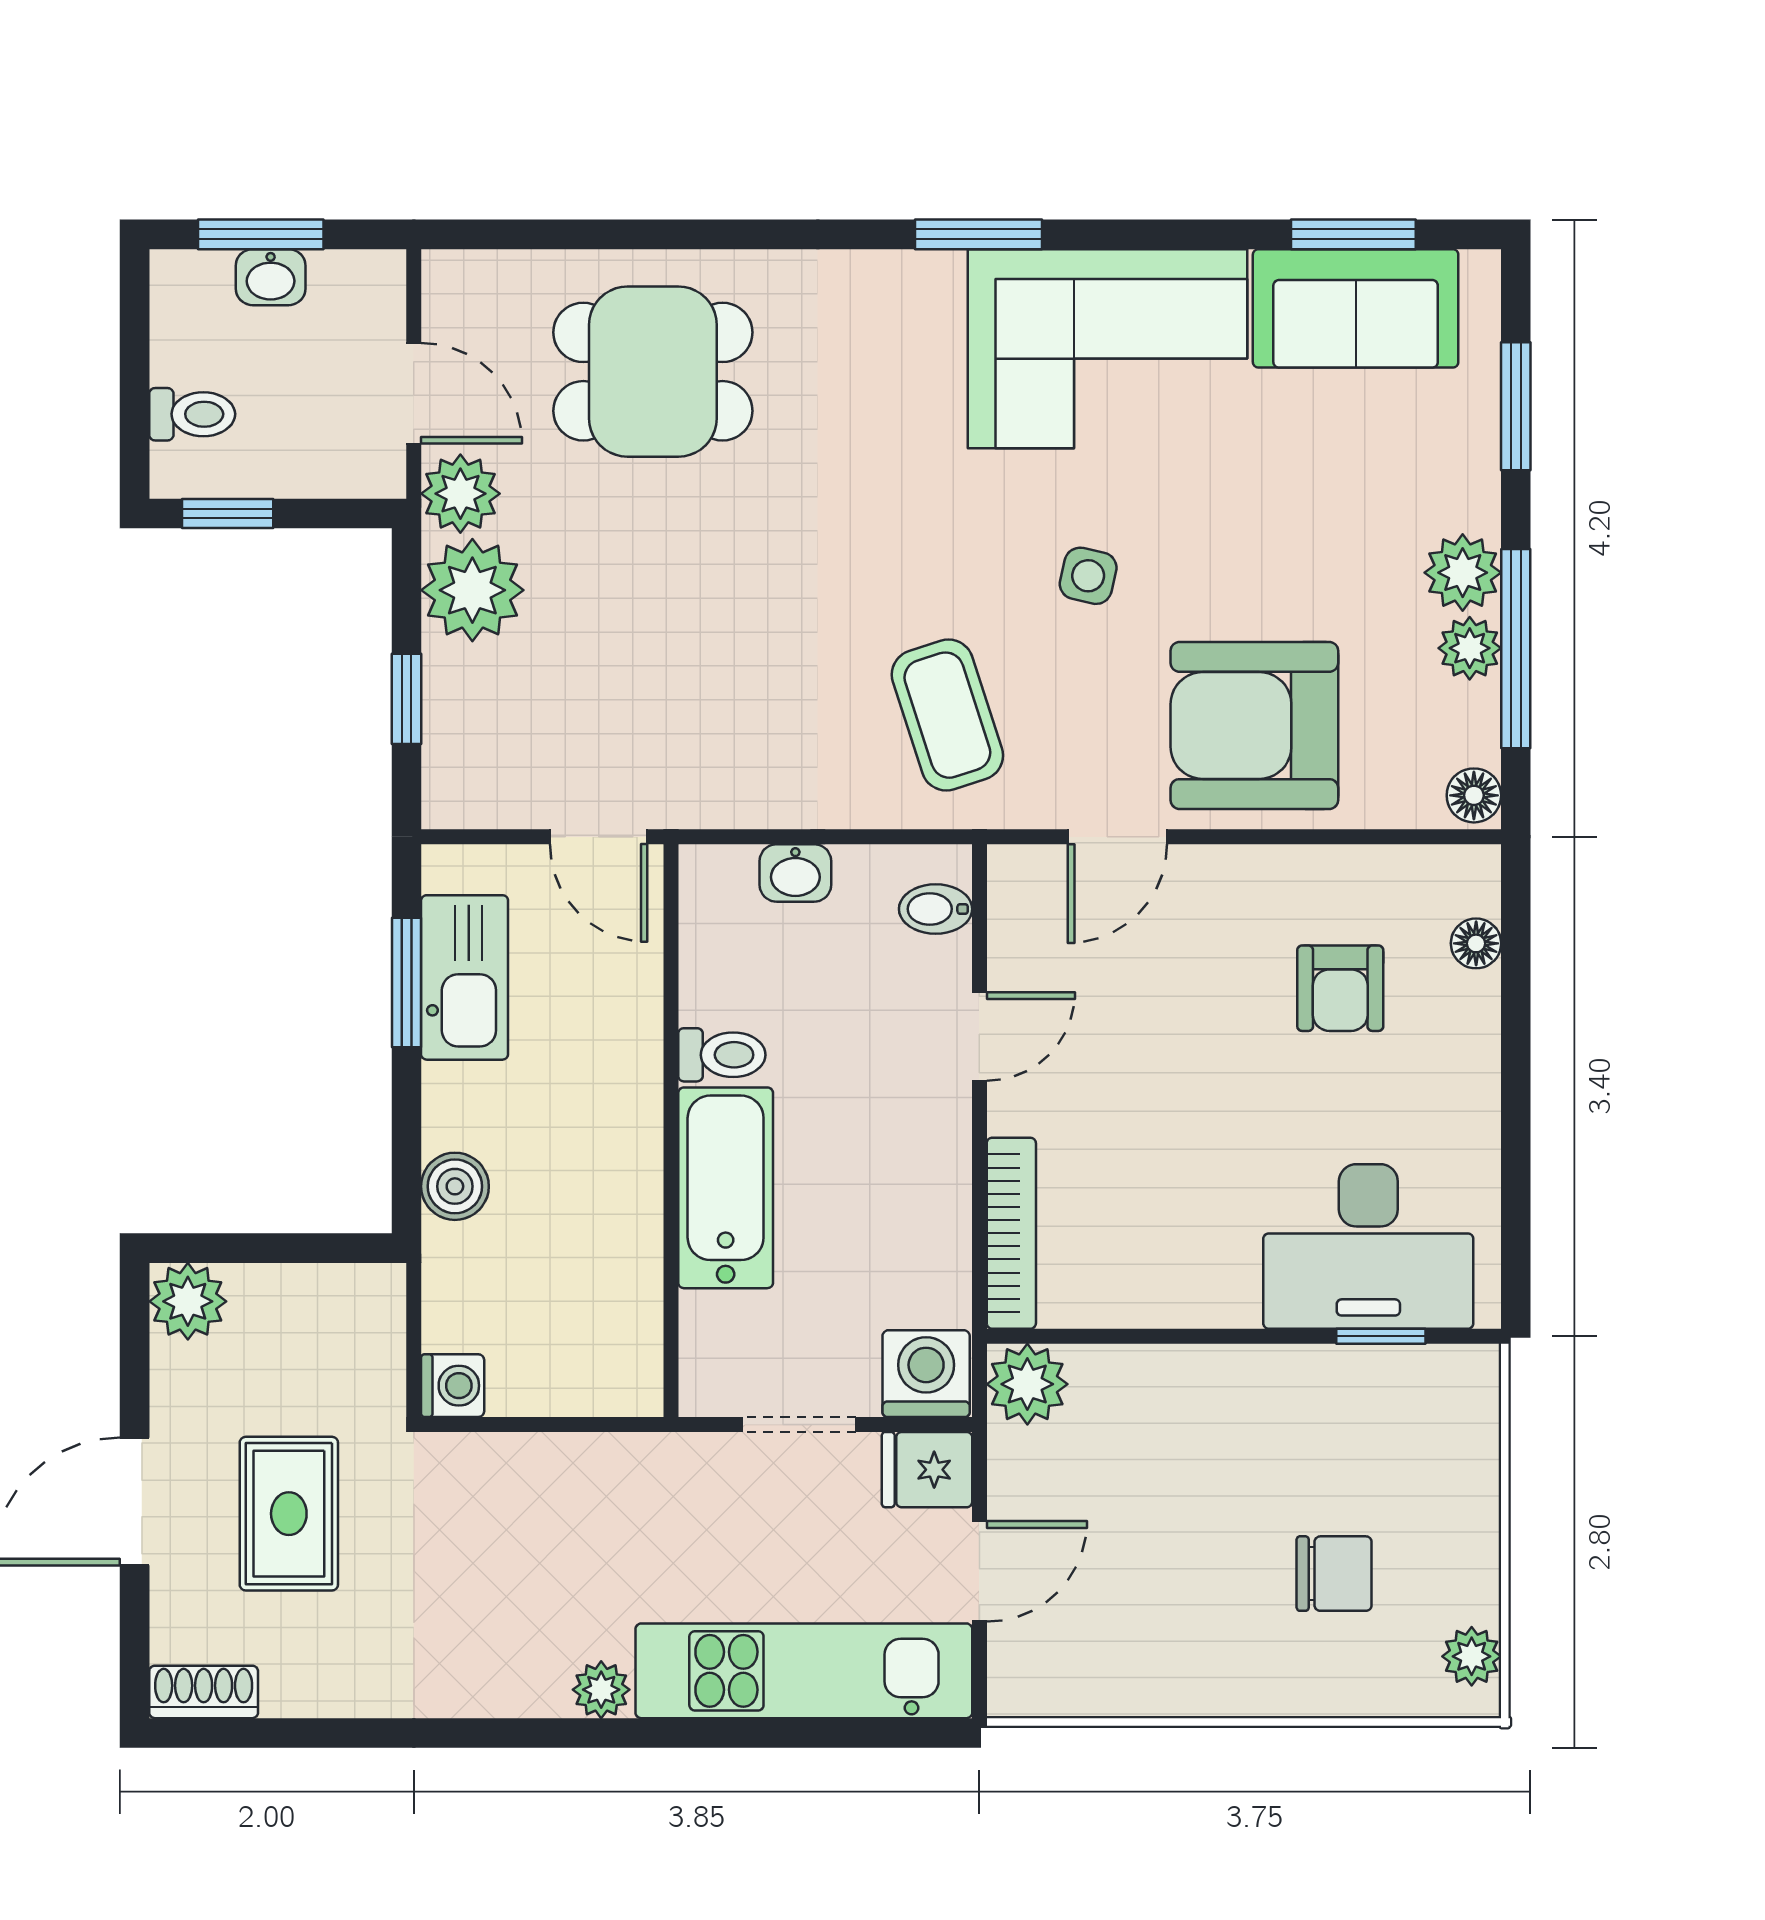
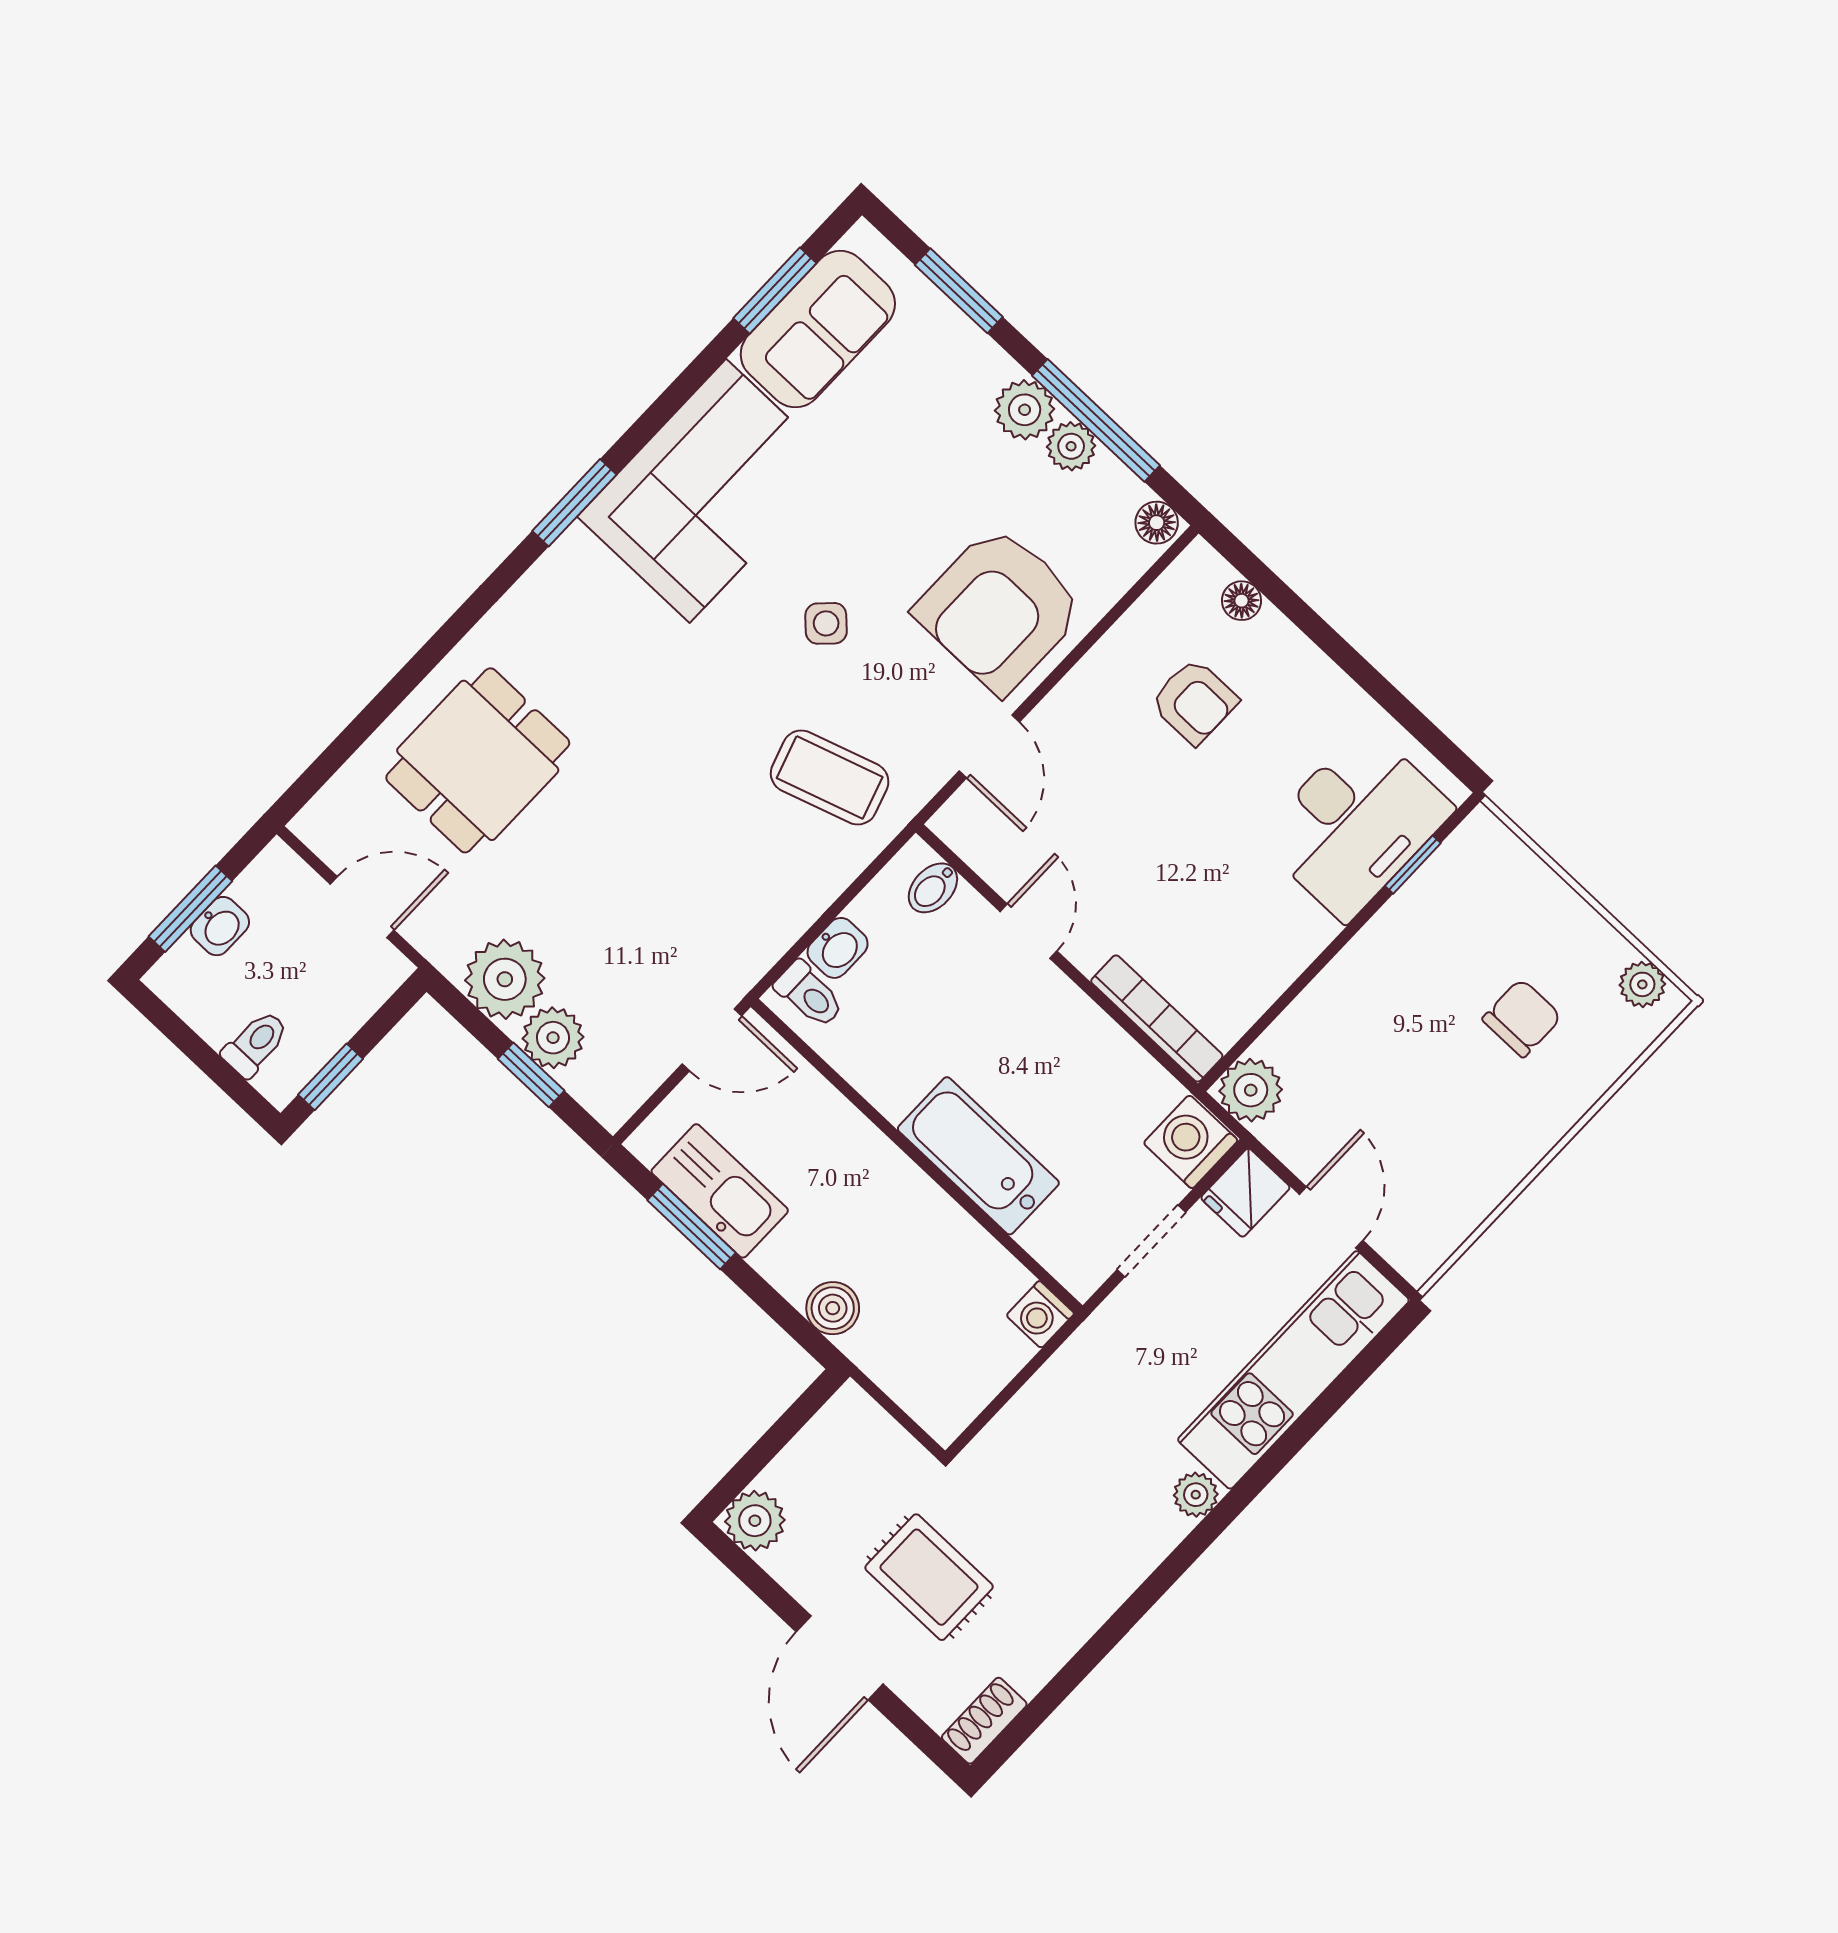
plant: (460, 494) -> (553, 1038), moved
side table: (1088, 576) -> (826, 623), turned 32
toilet: (722, 1055) -> (809, 994), moved, turned 90
washing machine: (453, 1386) -> (1040, 1314), moved, turned 180

